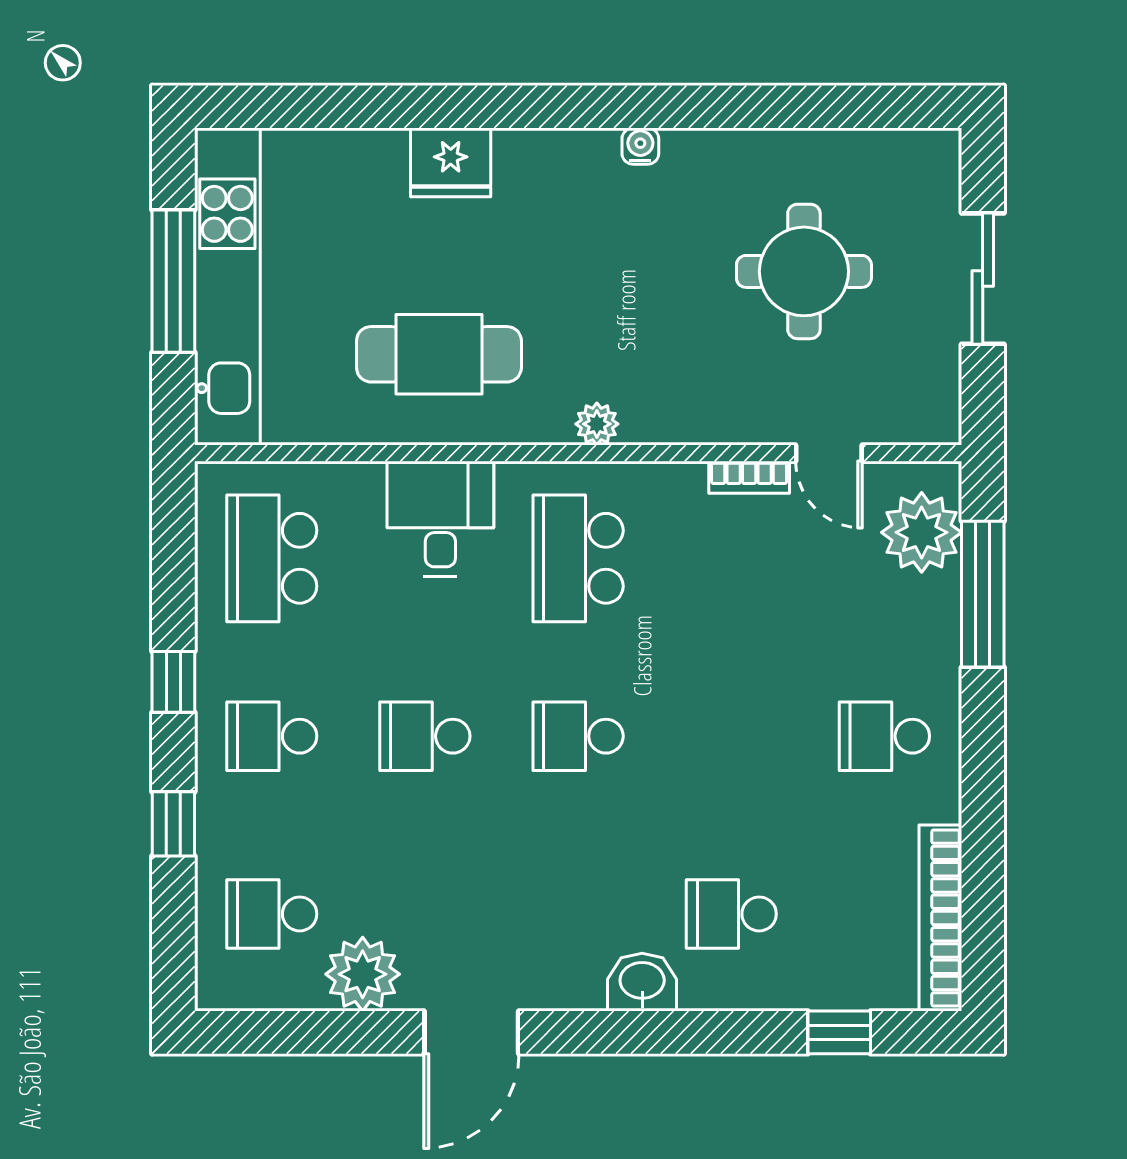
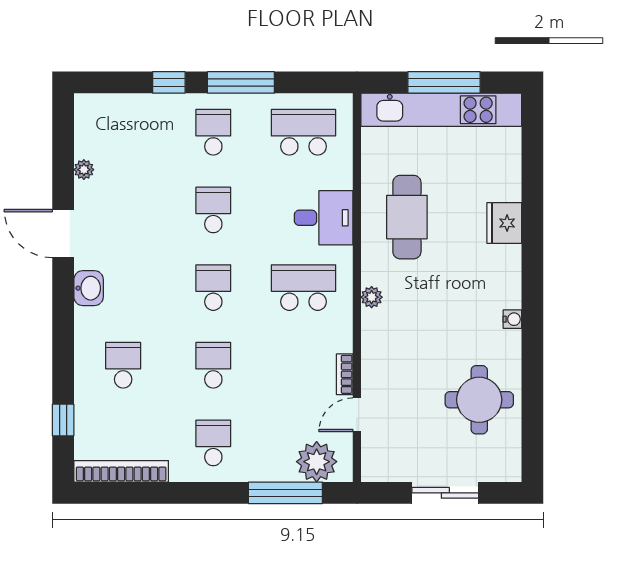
round table: (804, 271) -> (479, 400), moved
window: (173, 682) -> (241, 82), width x2.17
school desk: (272, 914) -> (213, 365), moved
plant: (363, 974) -> (84, 170), width x0.53, depth x0.53
washbasin: (642, 982) -> (89, 288), moved

